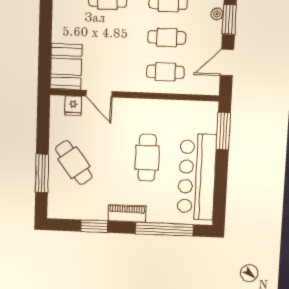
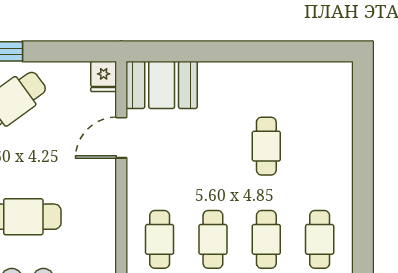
fridge: (73, 106) -> (104, 76), moved, turned -90

